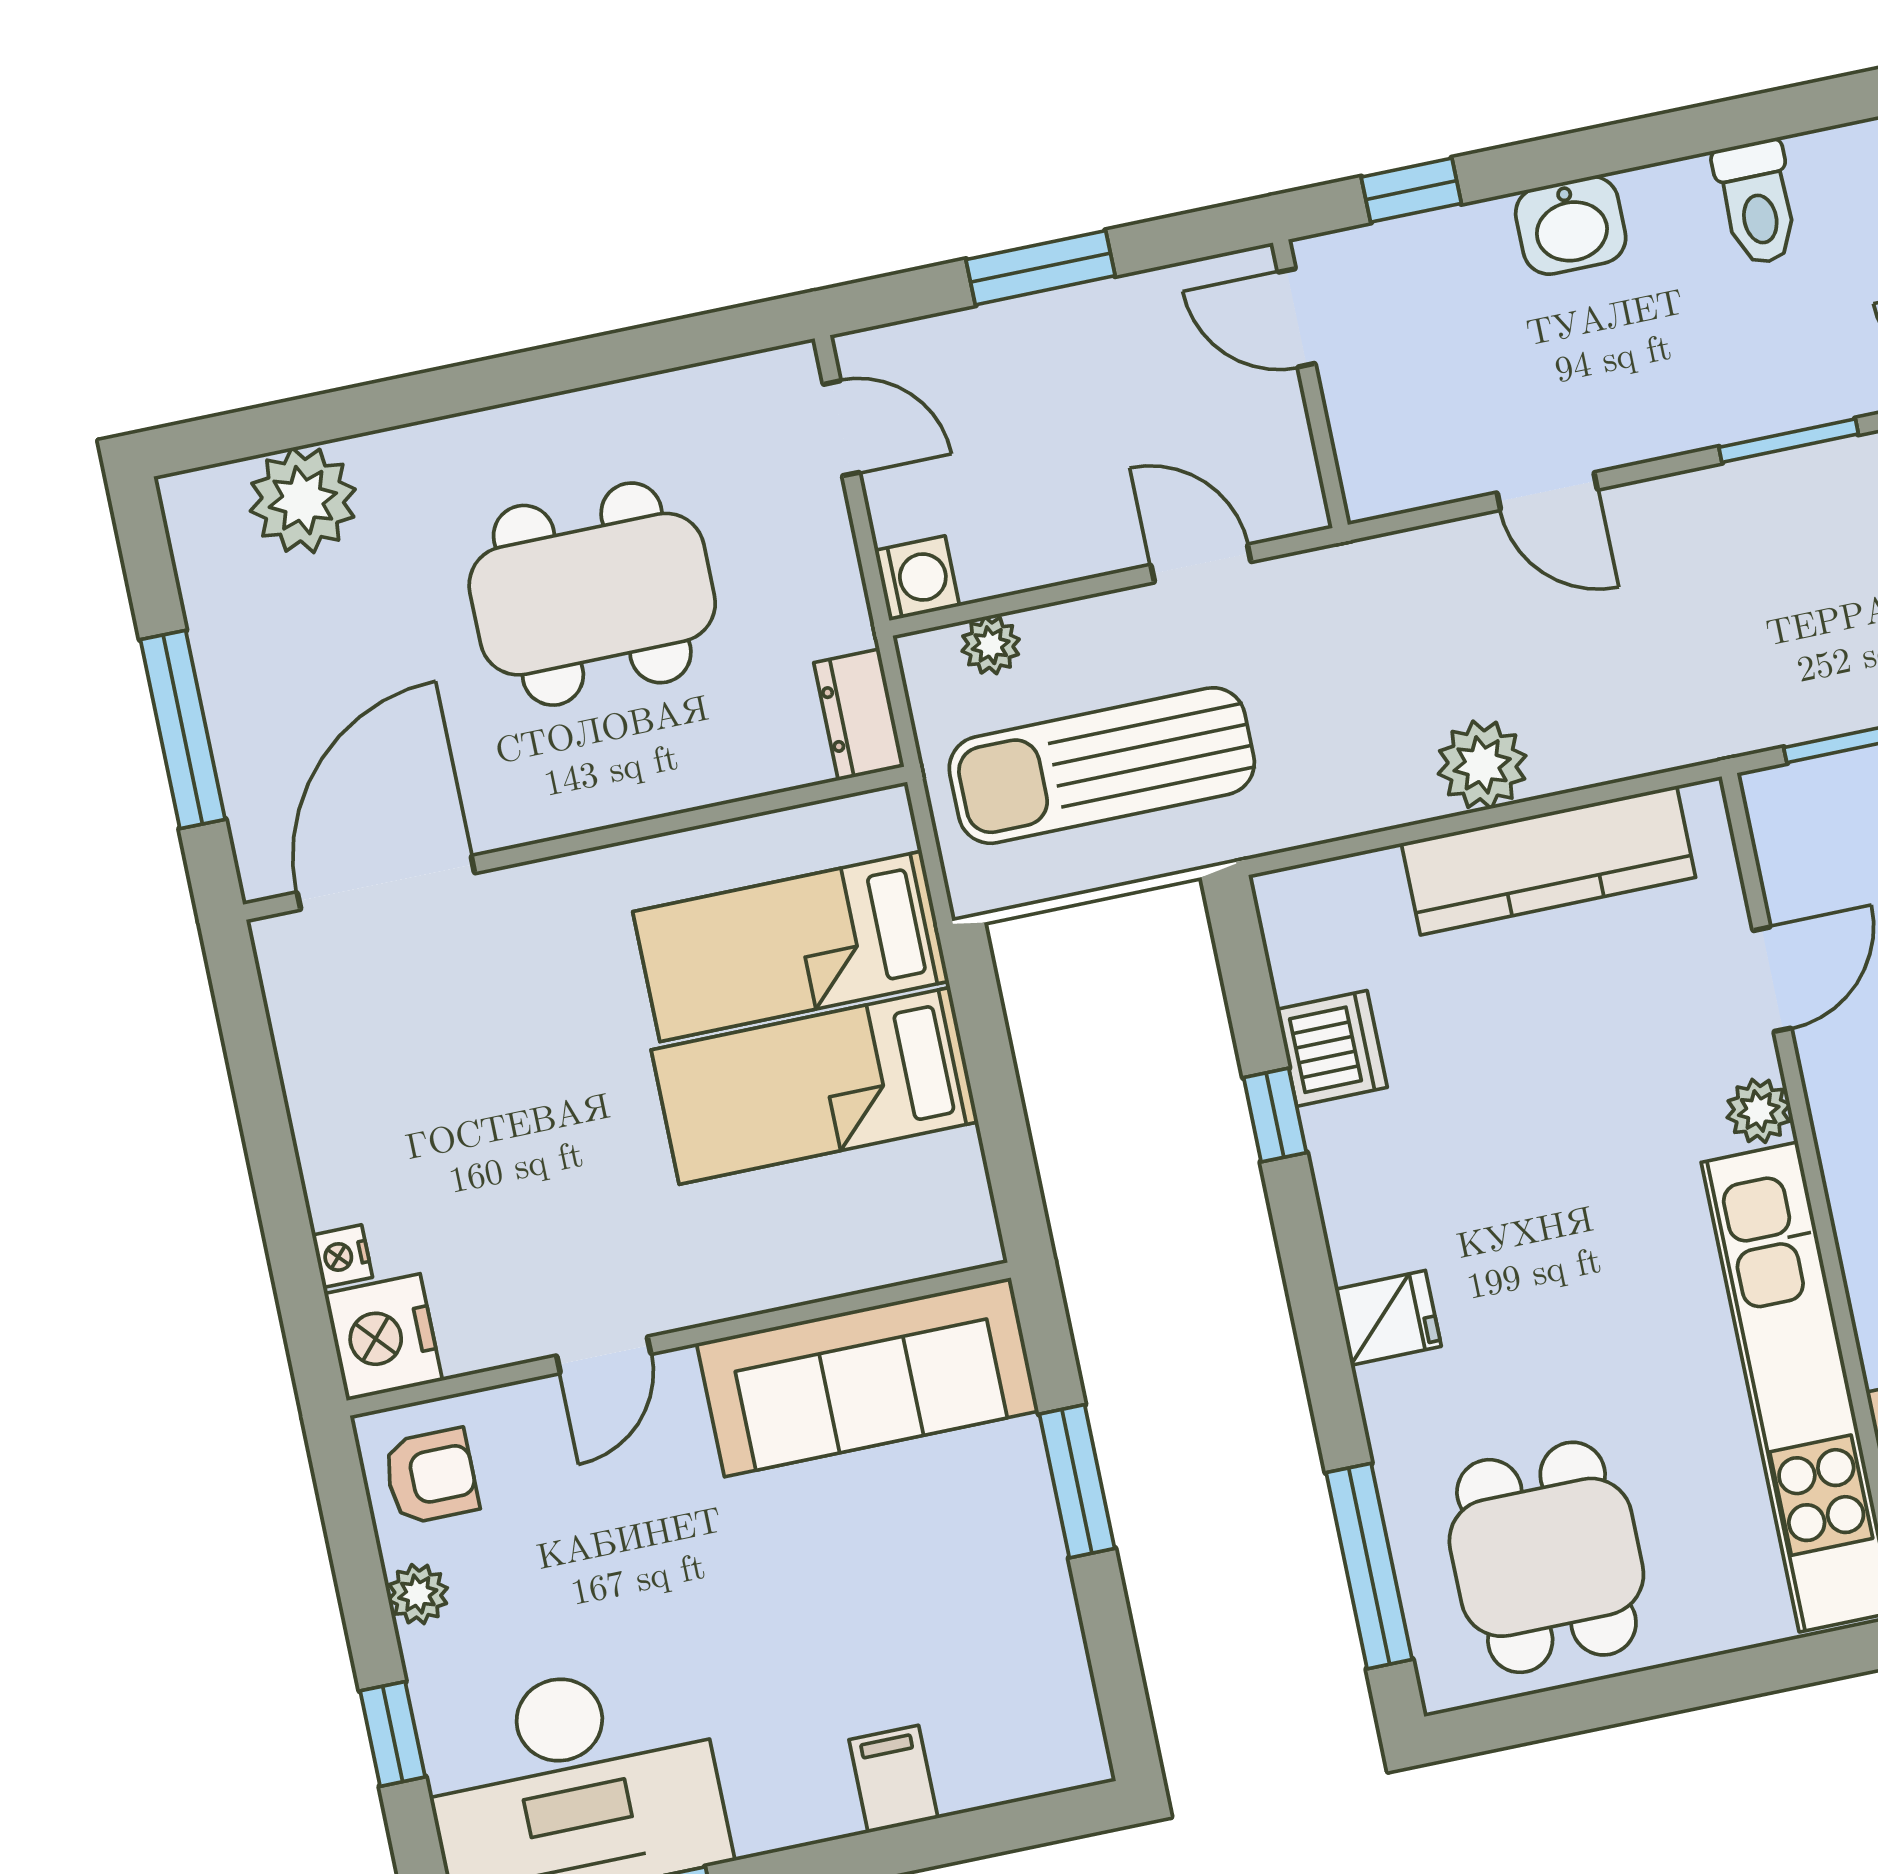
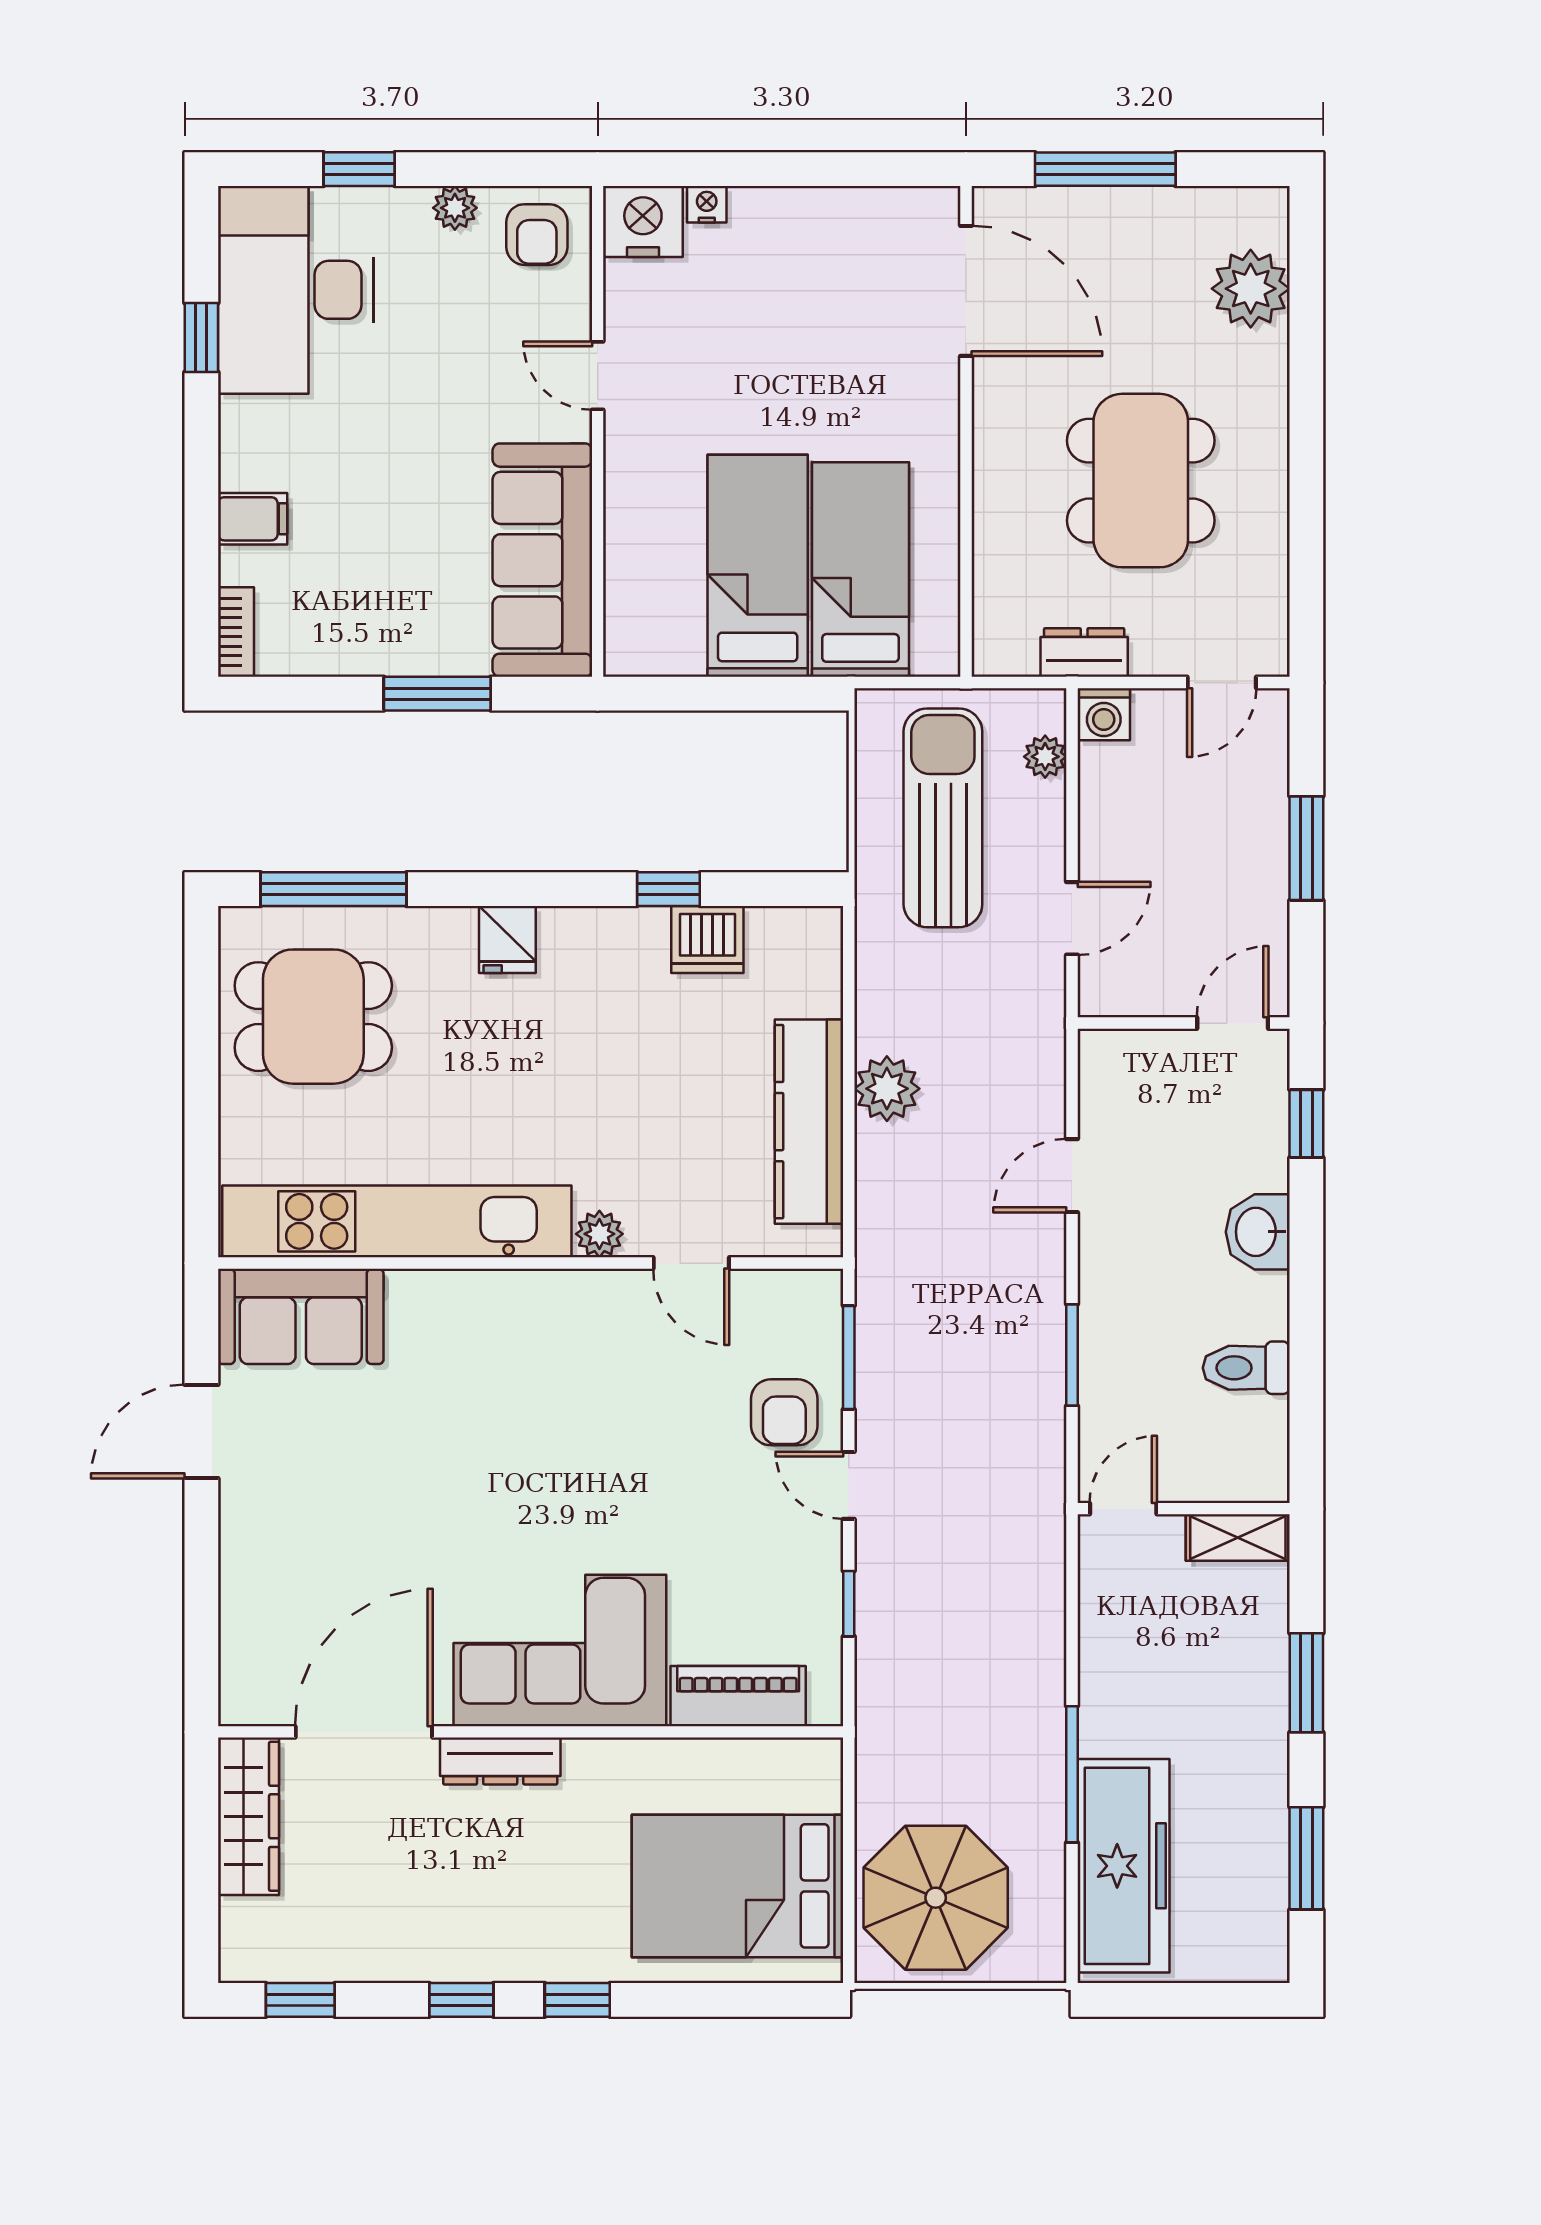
dresser: (859, 714) -> (1084, 653), moved
bookcase: (1051, 1770) -> (236, 632), added

